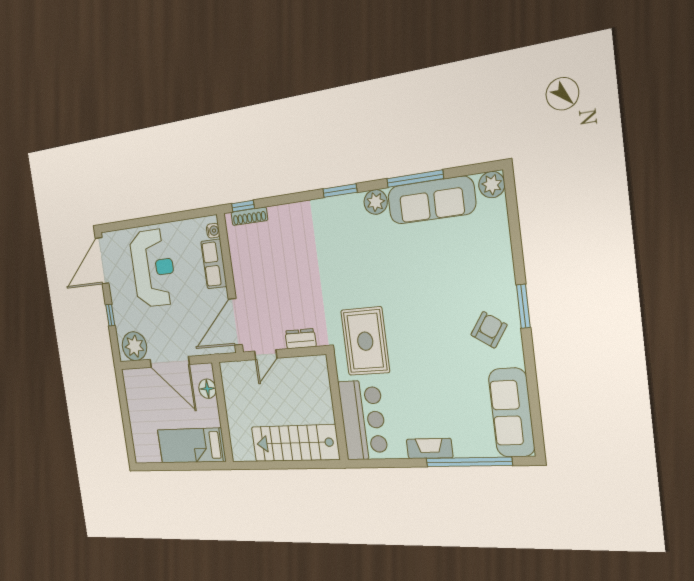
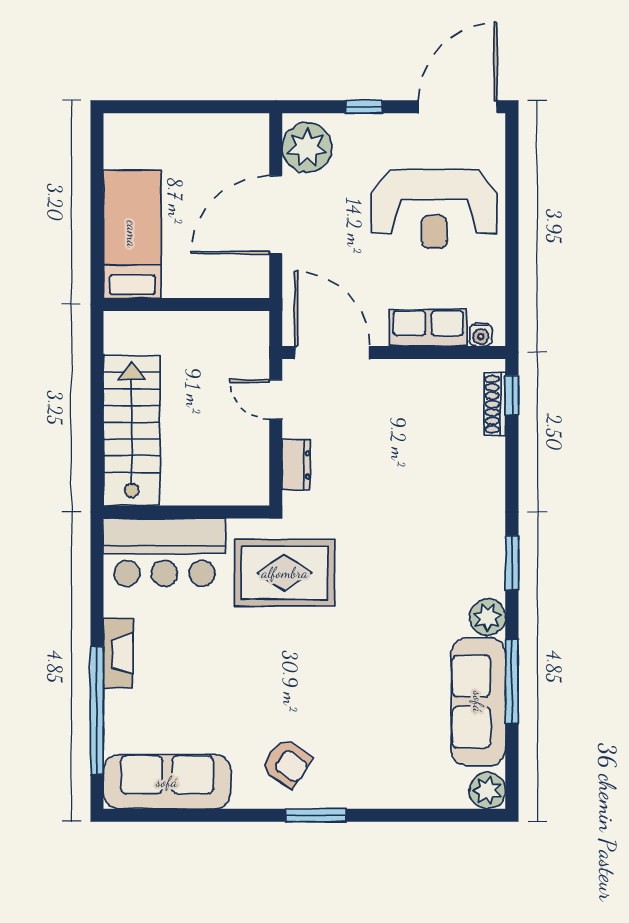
door: (102, 261) -> (458, 107), hinge flipped
floor lamp: (207, 389) -> (227, 282), removed

